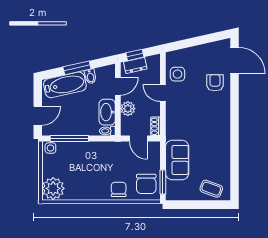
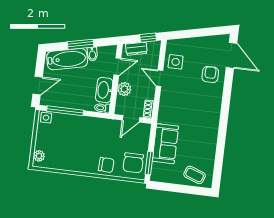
window: (135, 55) -> (148, 38), moved
door: (138, 139) -> (131, 119), hinge flipped
plant: (53, 188) -> (39, 156), width x0.53, depth x0.53
chair: (119, 189) -> (106, 165), turned 93

